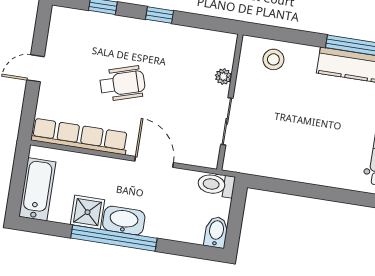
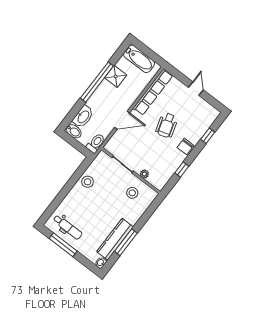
window: (159, 15) -> (182, 169), moved
chair: (141, 33) -> (185, 146), added
stool: (273, 59) -> (132, 193), moved
stool: (287, 164) -> (88, 182), added
washbasin: (124, 221) -> (83, 117), moved

